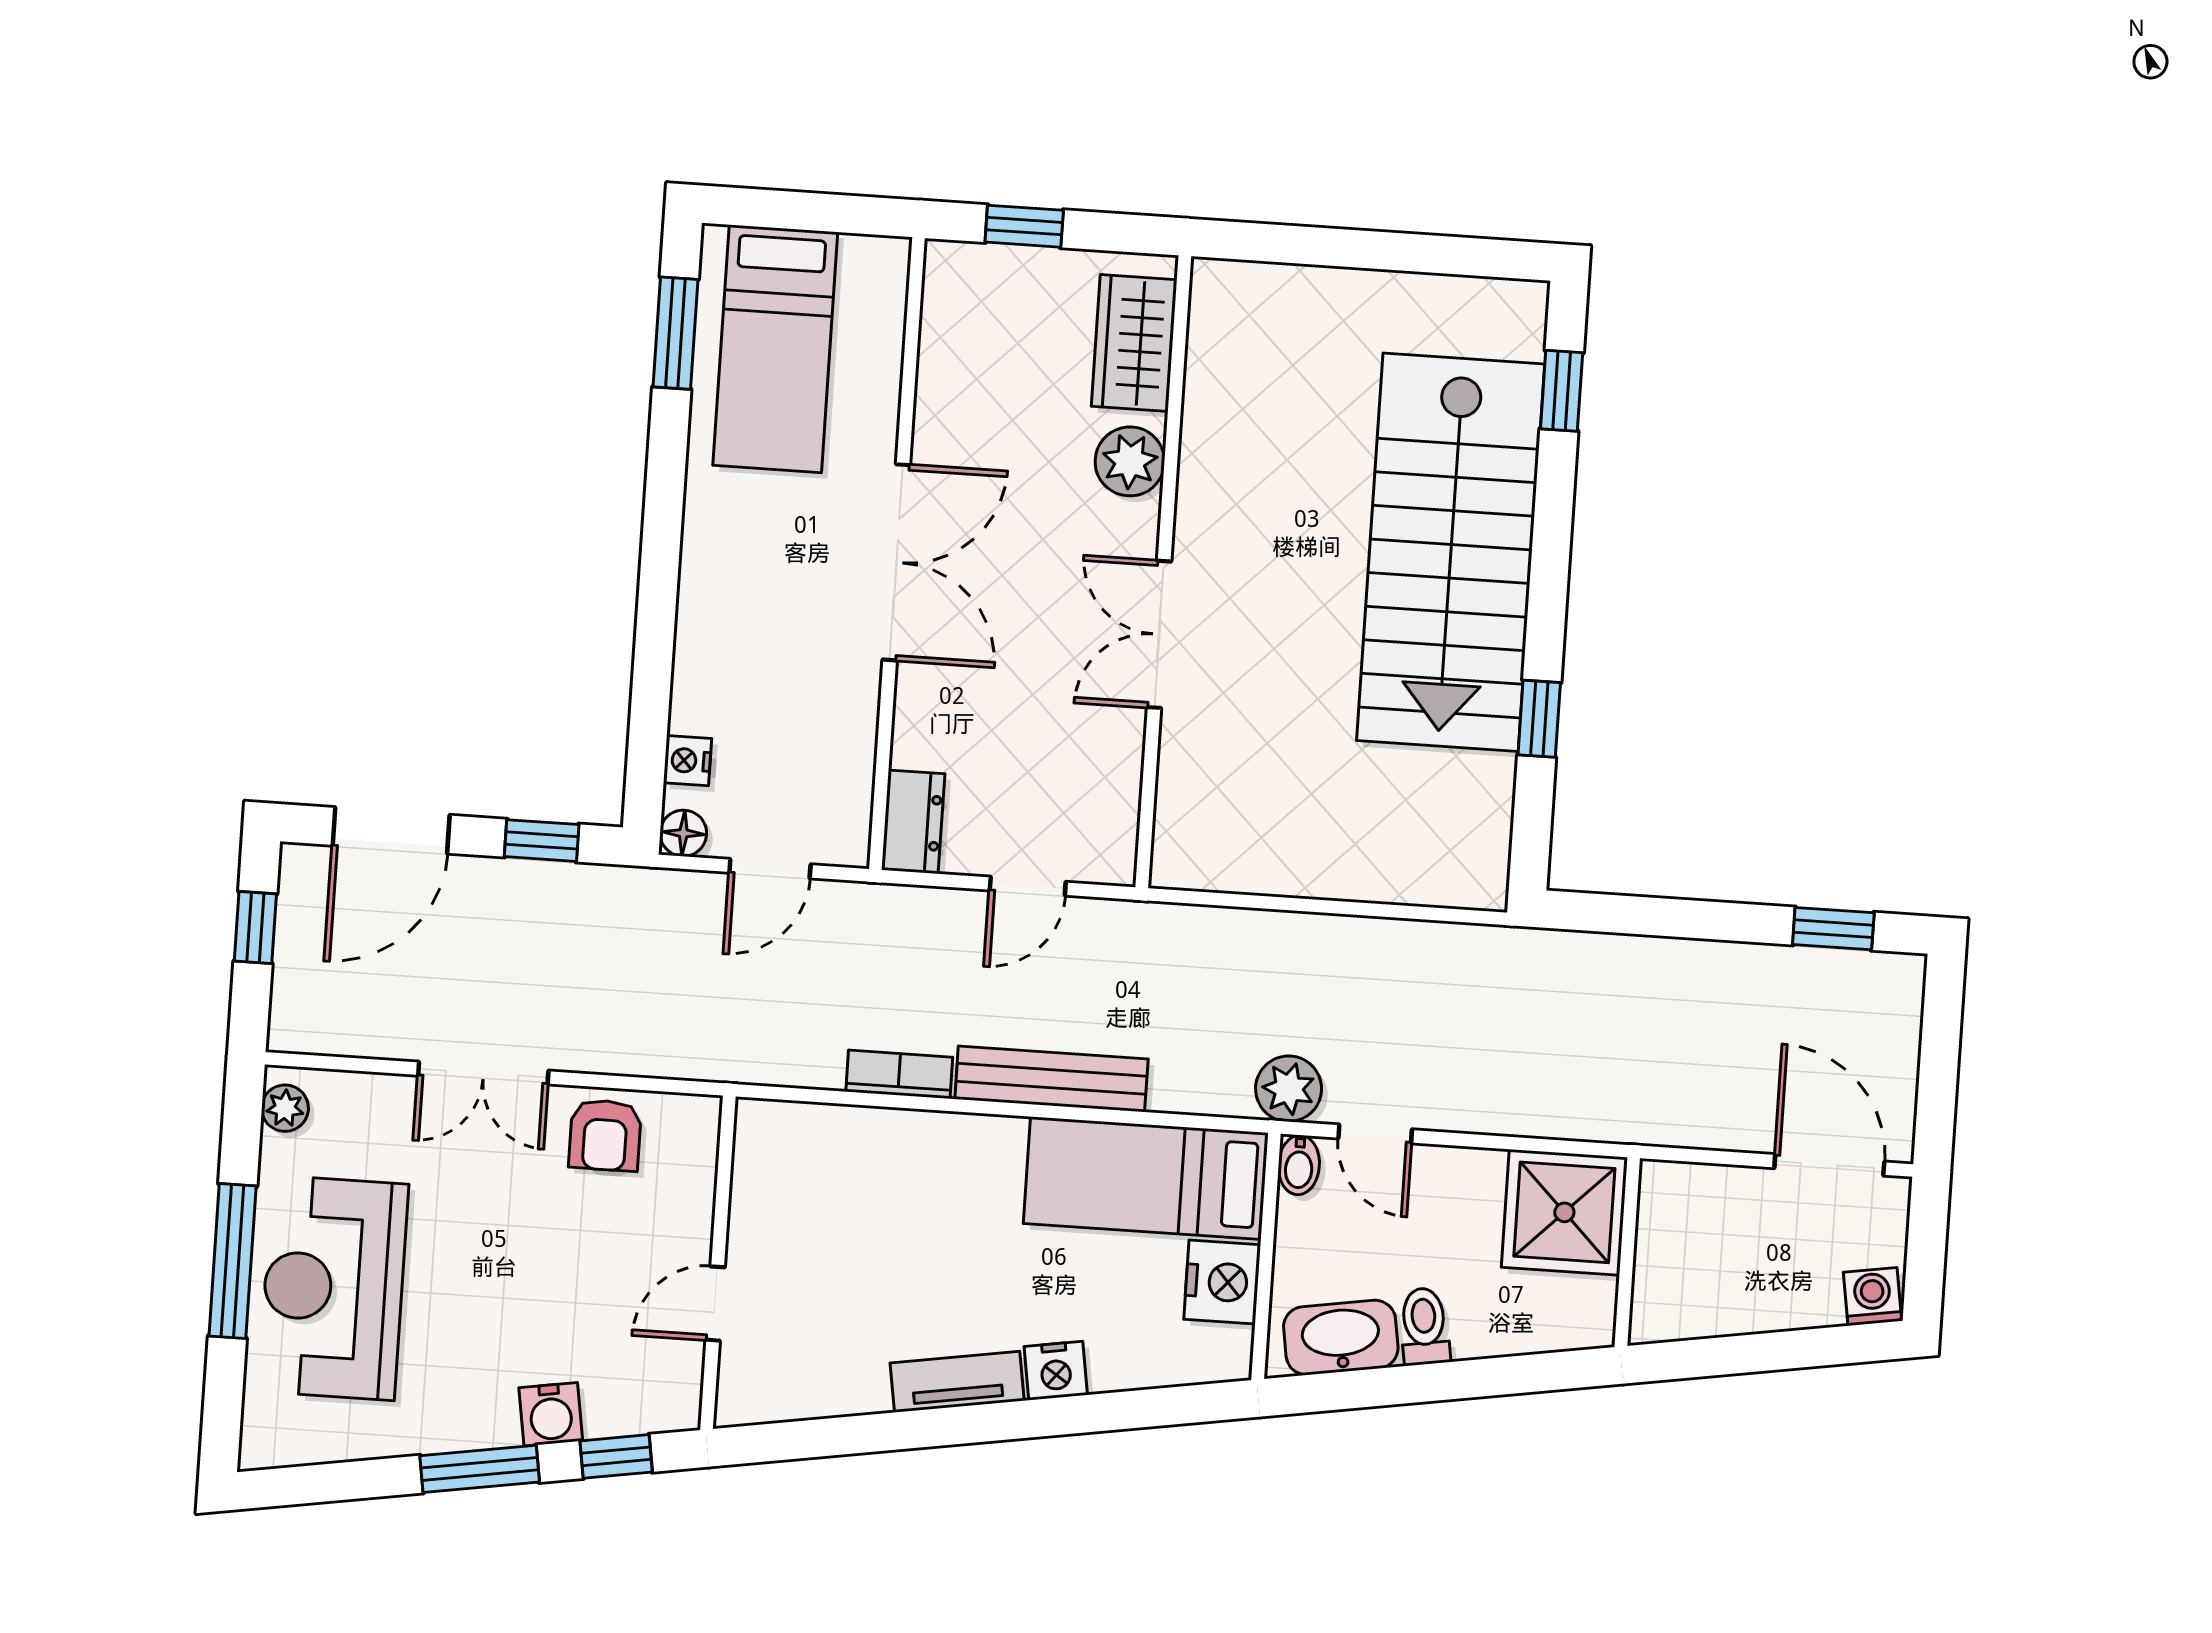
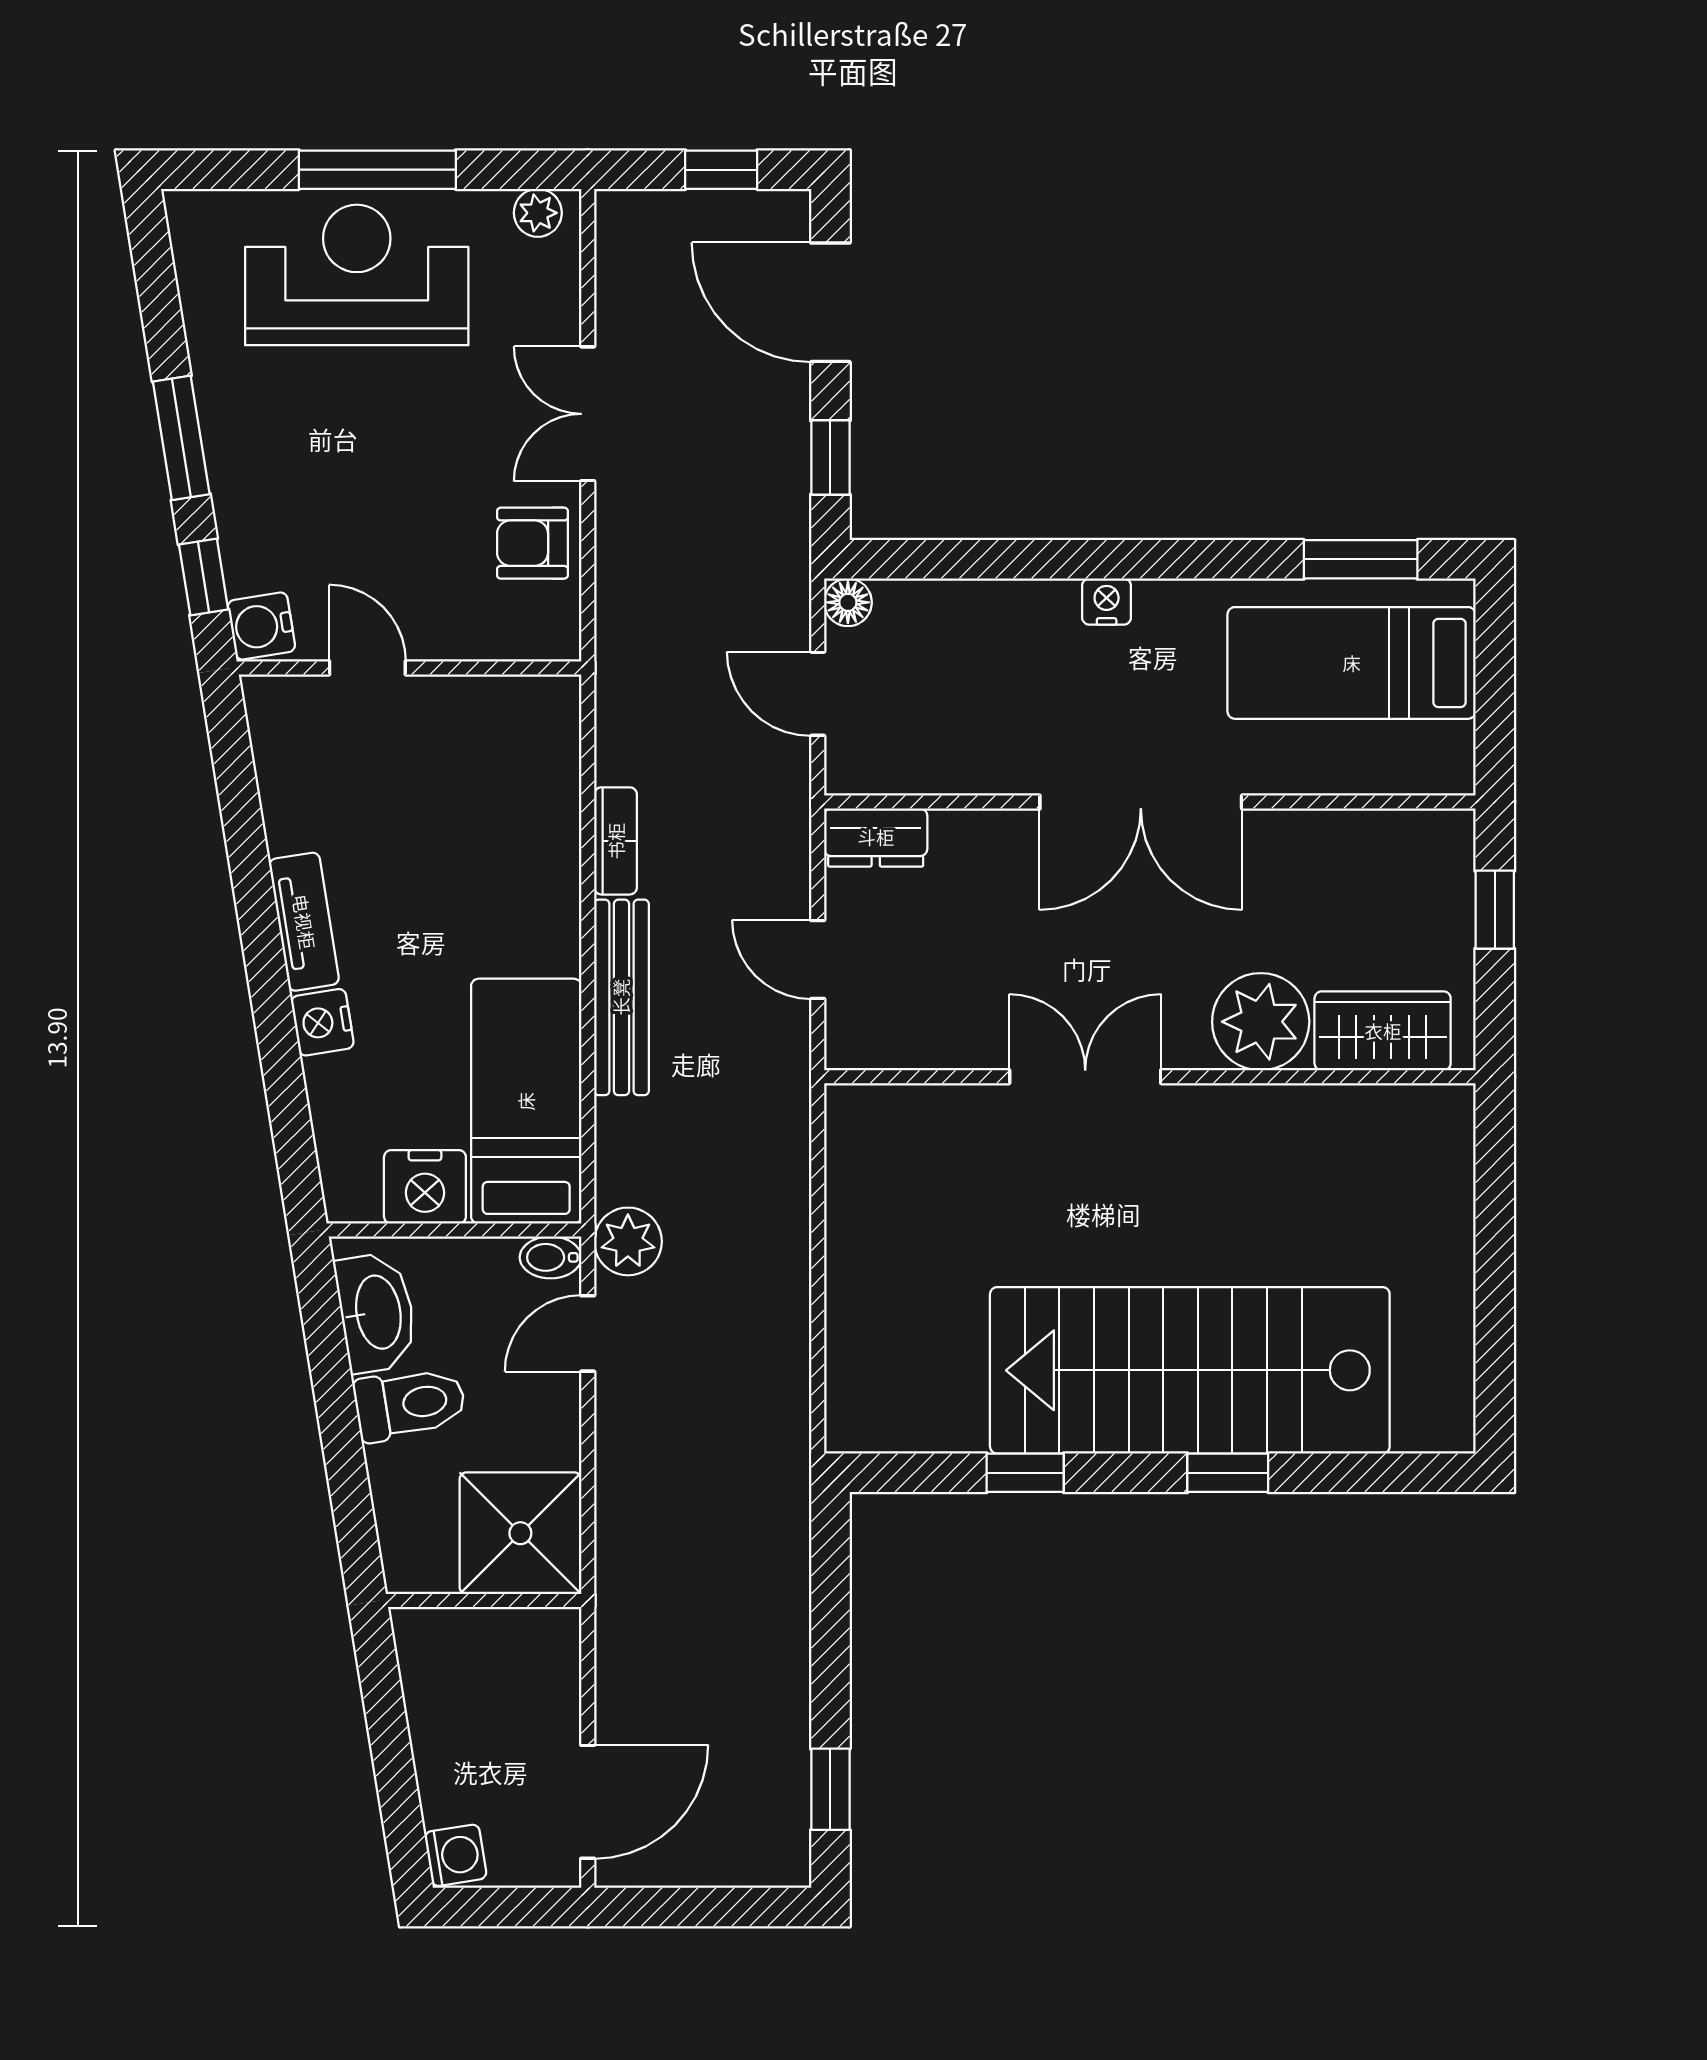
window: (1562, 391) -> (1228, 1473), moved
plant: (1130, 461) -> (1261, 1022), width x1.36, depth x1.36
nightstand: (687, 761) -> (1107, 602), moved
toilet: (1424, 1326) -> (410, 1404), width x1.37, depth x1.39
water cooler: (551, 1414) -> (261, 626), moved

